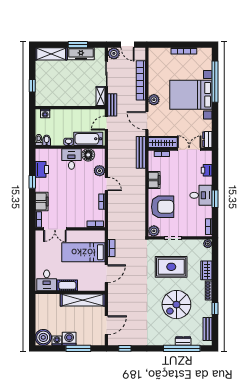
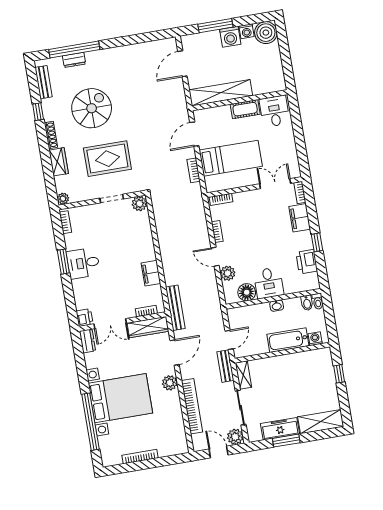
door: (147, 121) -> (175, 353), hinge flipped
bathtub: (88, 139) -> (288, 340), moved, turned 180
printer: (207, 170) -> (85, 318), moved
armchair: (163, 207) -> (133, 239), removed
window: (125, 348) -> (152, 36), removed

